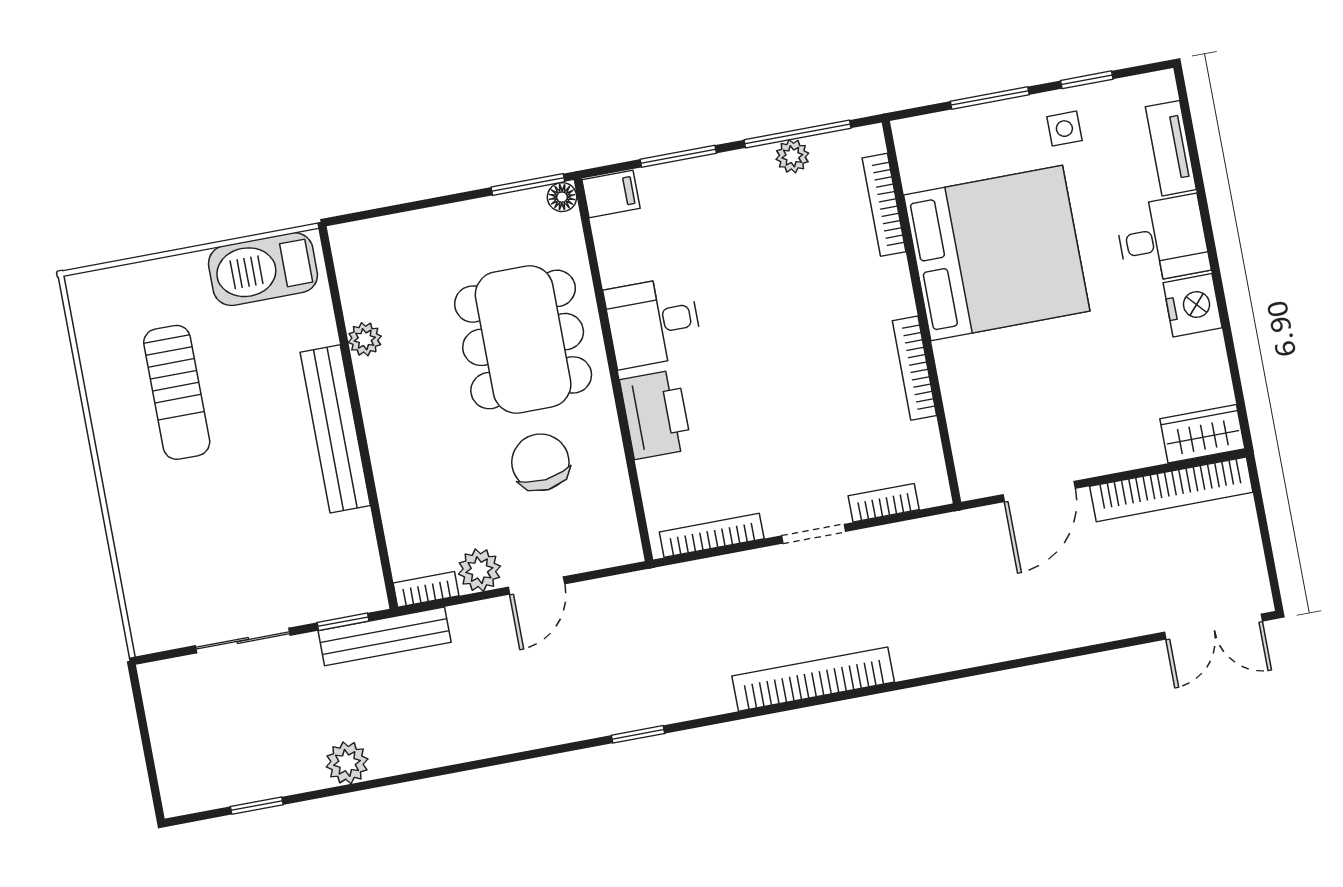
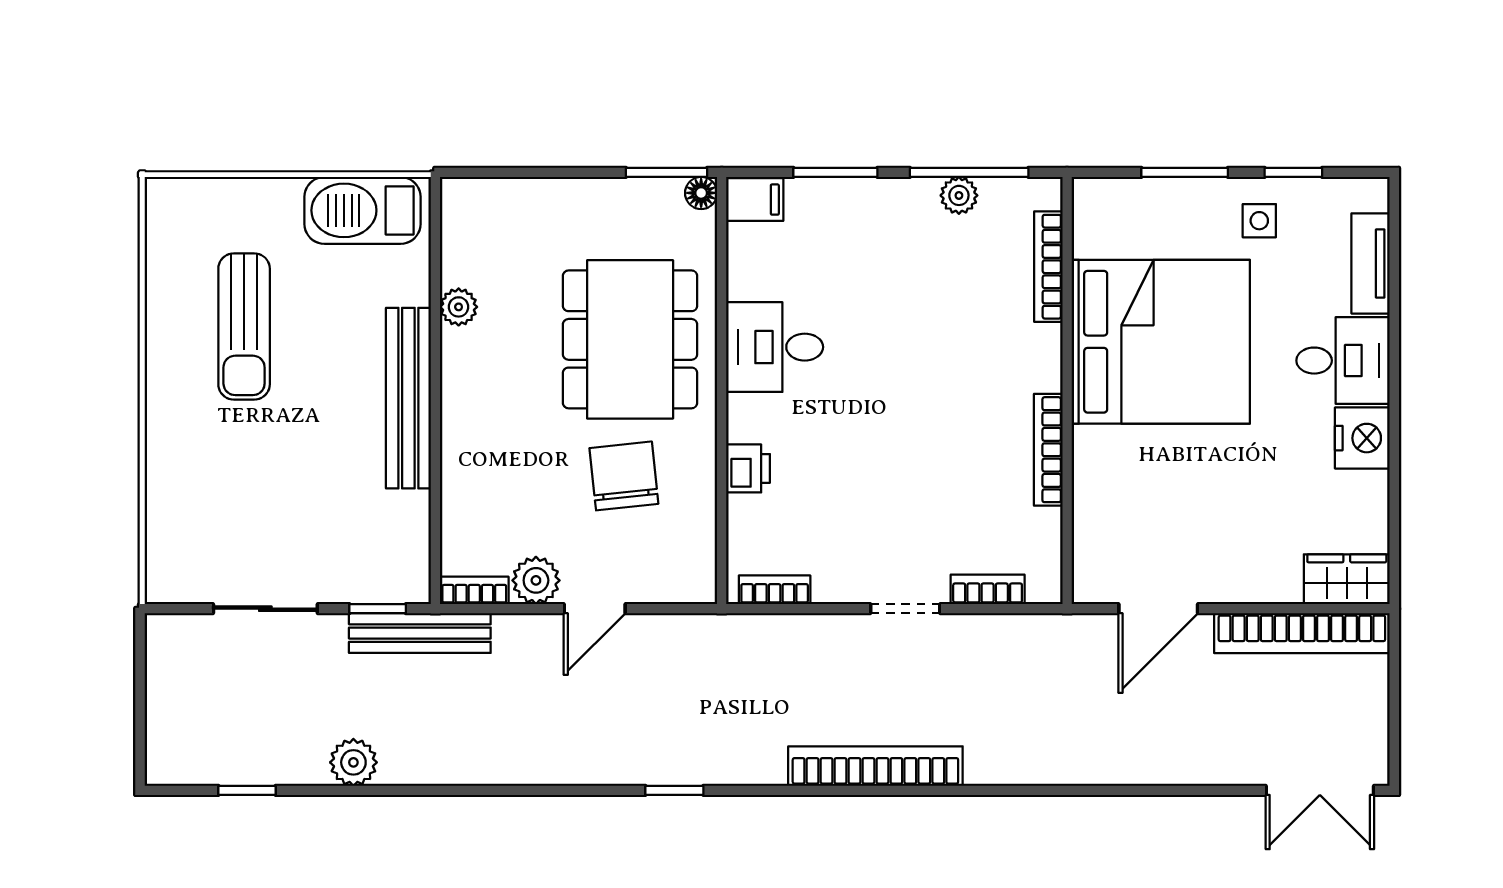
printer: (656, 414) -> (748, 468), width x0.53, depth x0.68
bookcase: (712, 535) -> (775, 590), width x0.64

